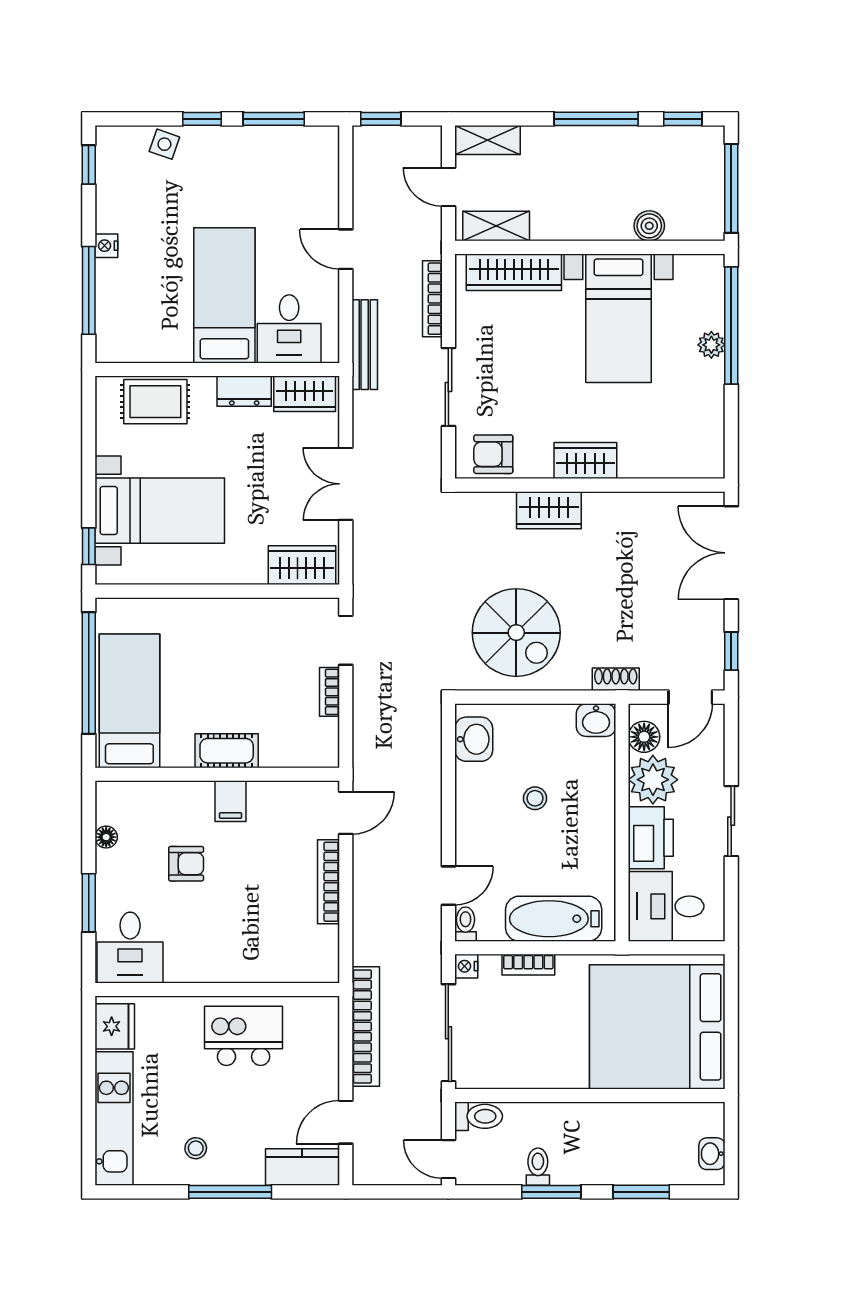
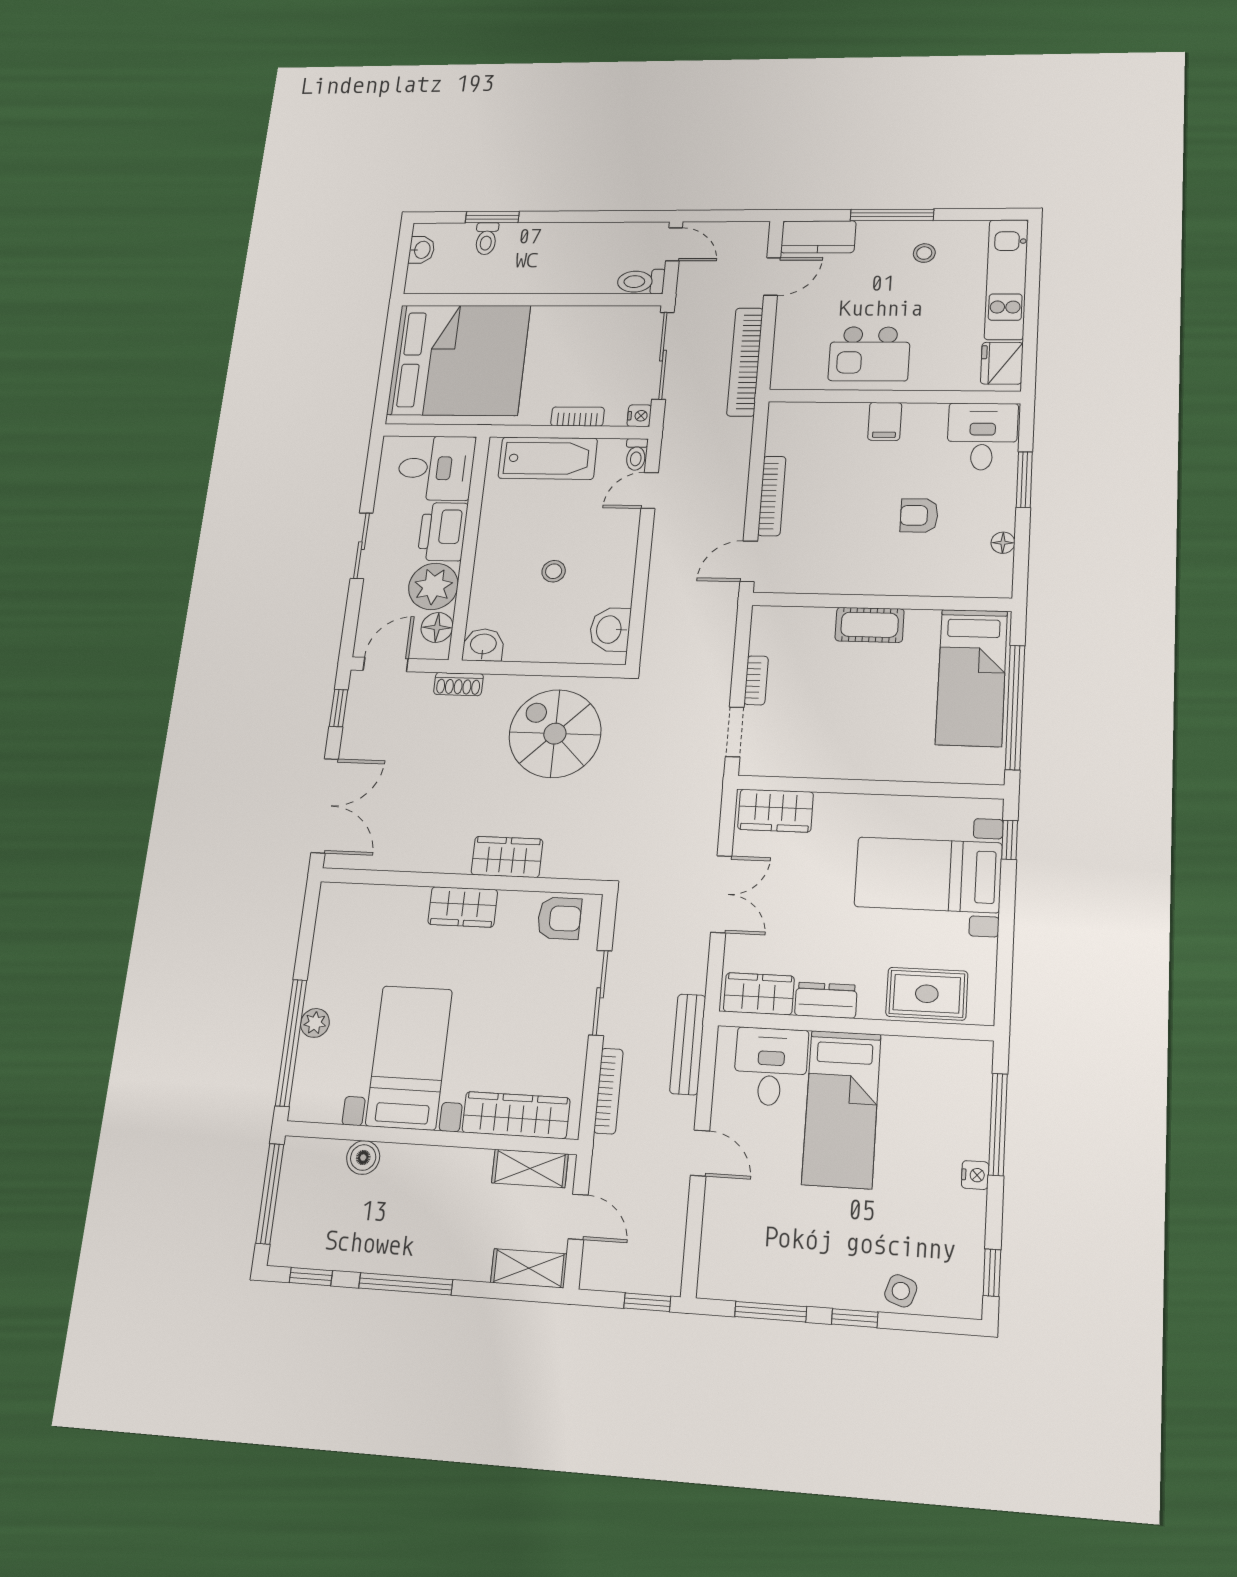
filing cabinet: (231, 801) -> (885, 421), moved, turned 180
toilet: (538, 1167) -> (486, 239), moved
window: (551, 1192) -> (578, 217), removed

